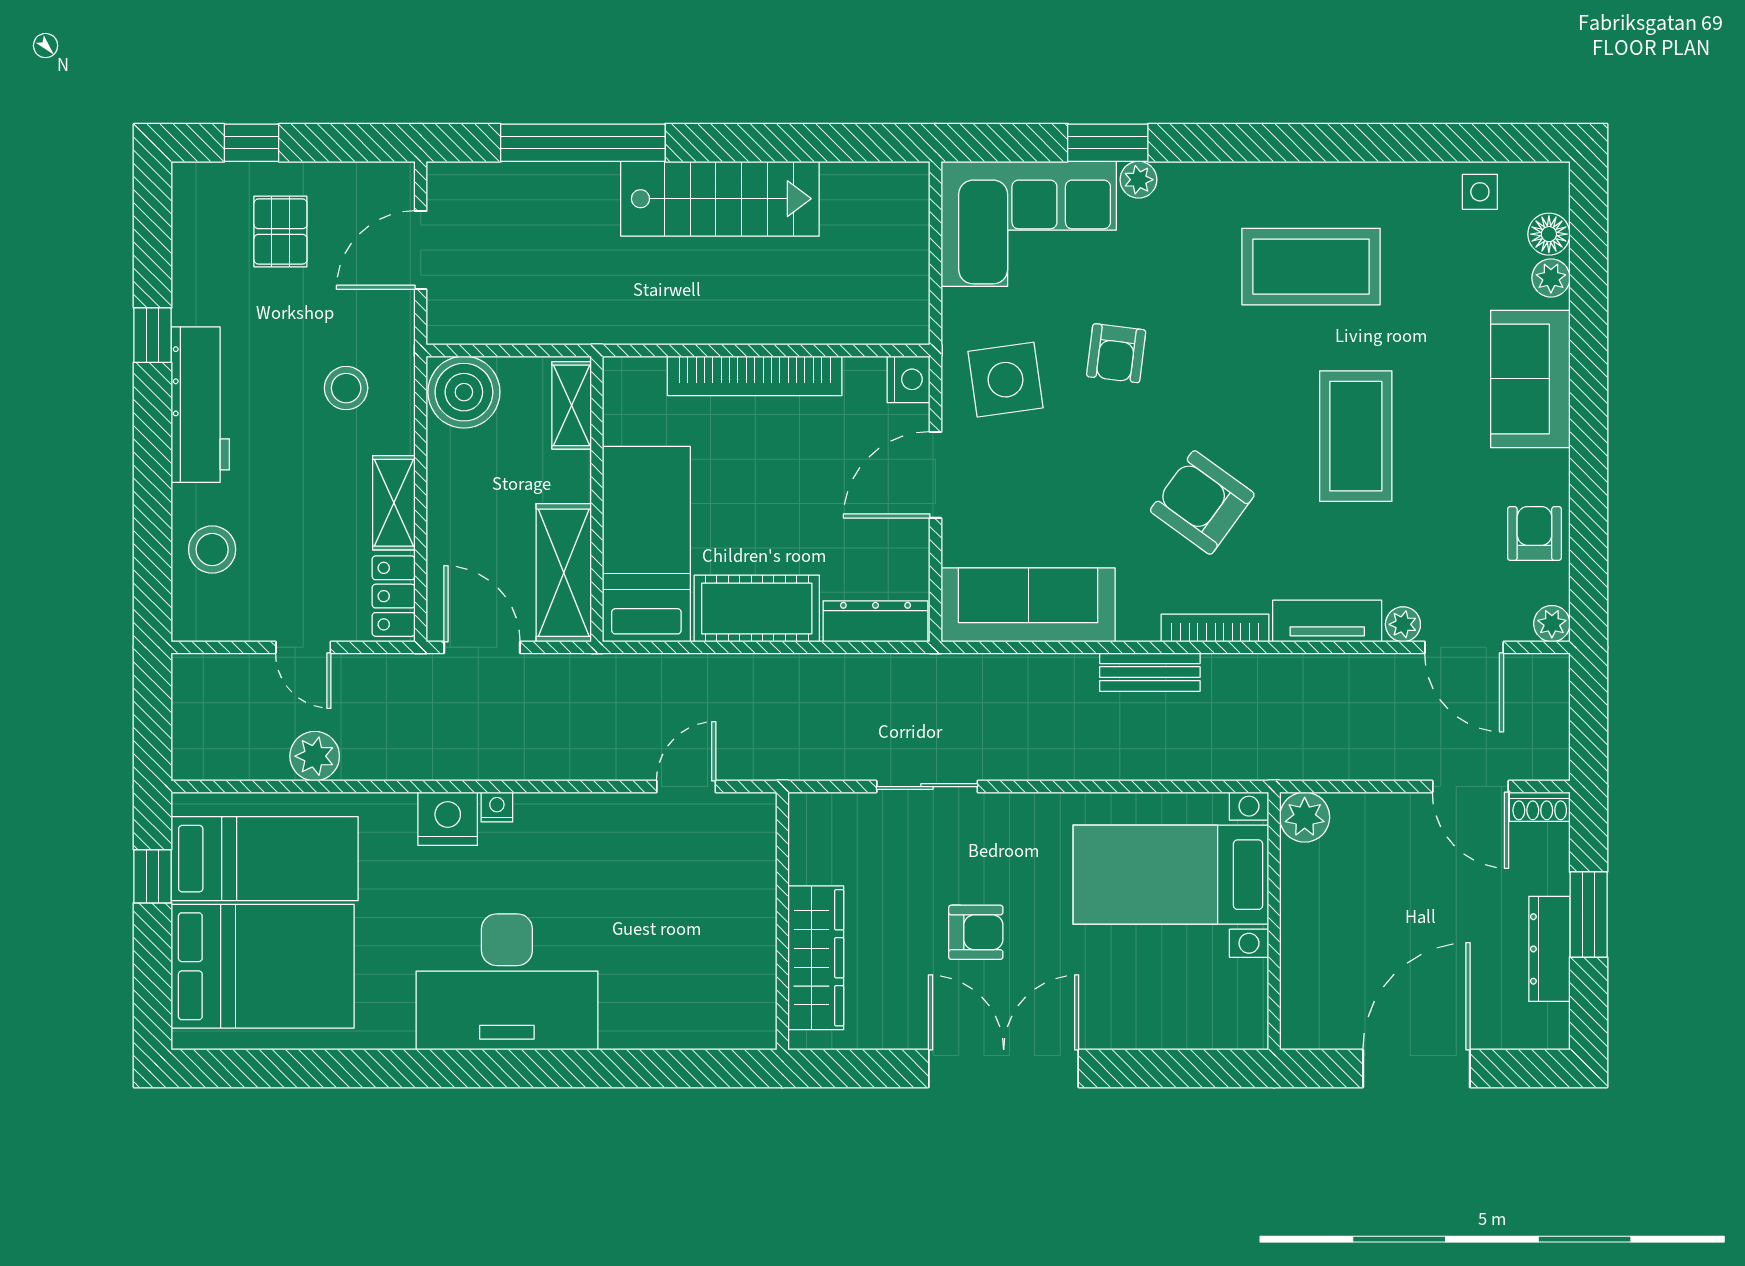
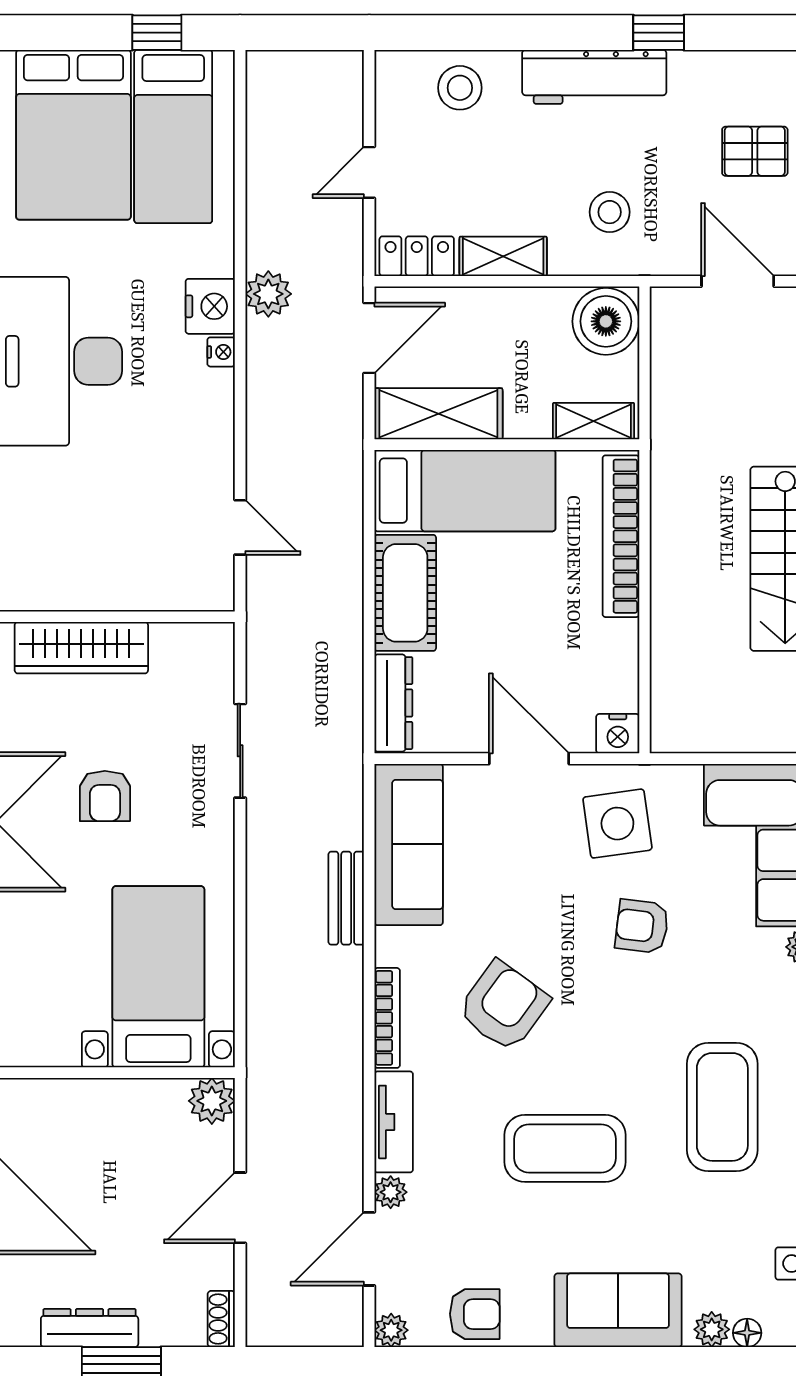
floor lamp: (1549, 234) -> (747, 1333), width x0.73, depth x0.73
bookcase: (755, 376) -> (621, 536), moved
bench: (1150, 672) -> (346, 898), moved
plant: (315, 756) -> (268, 294), moved
door: (1470, 787) -> (240, 1208), moved

